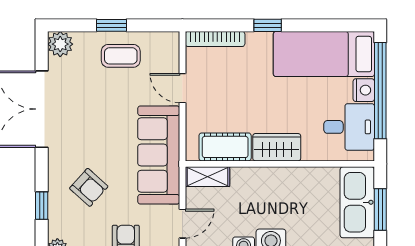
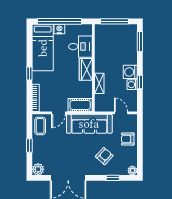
coffee table: (121, 56) -> (40, 126), moved
desk: (349, 127) -> (80, 47), moved, turned 90
cot: (225, 147) -> (80, 105), moved, turned 90
shelving: (207, 177) -> (99, 83), moved
kitchen sink: (357, 202) -> (111, 32), removed
window: (380, 209) -> (114, 21), width x1.44

